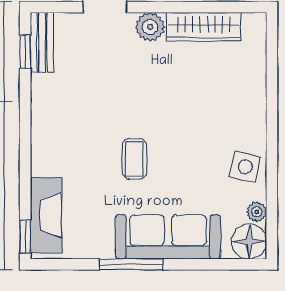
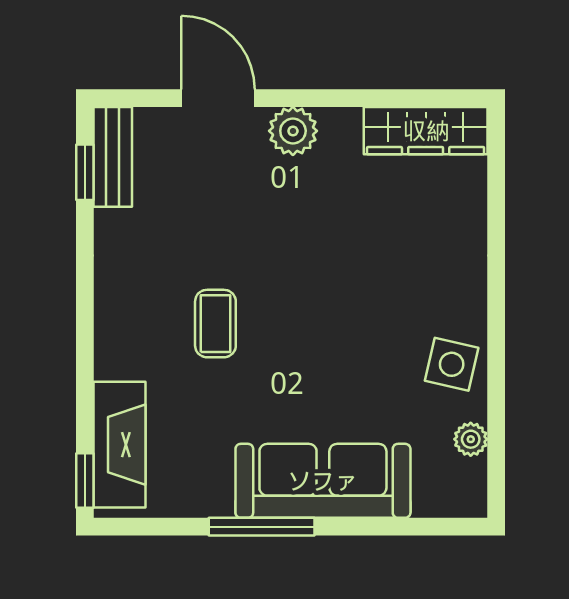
wardrobe: (204, 27) -> (426, 131), moved
coffee table: (135, 159) -> (215, 324), moved
floor lamp: (249, 241) -> (458, 489), removed

